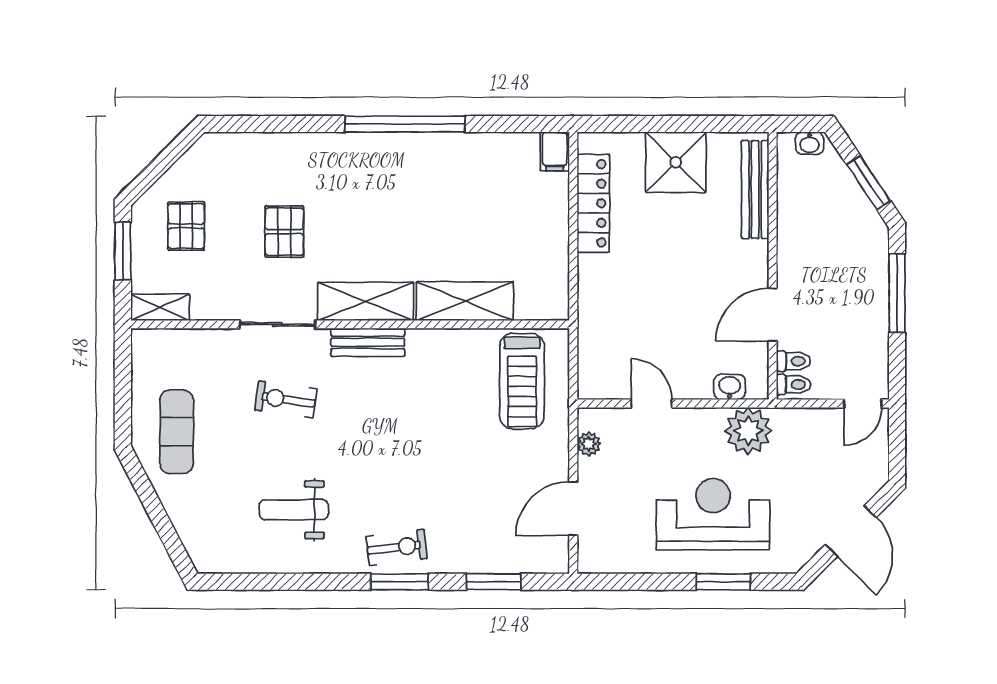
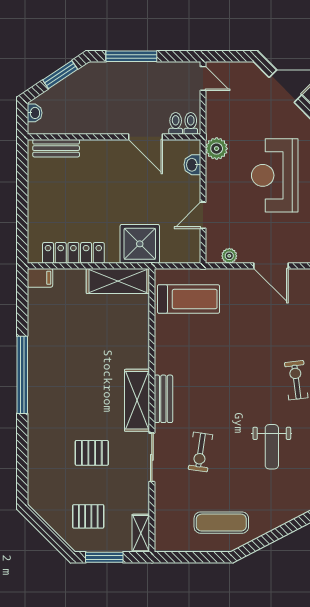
shower: (676, 162) -> (140, 244), moved
bench: (755, 189) -> (56, 148), width x0.73
shelving: (465, 301) -> (118, 281), moved, turned 90
plant: (748, 431) -> (217, 149), width x0.73, depth x0.73

